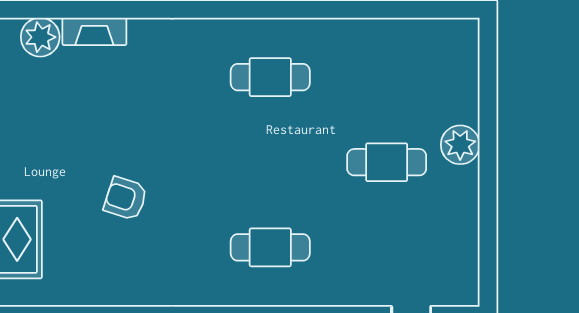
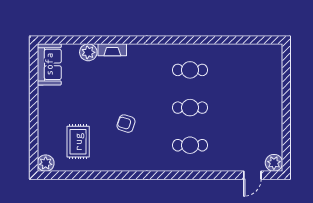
plant: (460, 145) -> (274, 163), moved
cafe table: (387, 162) -> (190, 108), moved

